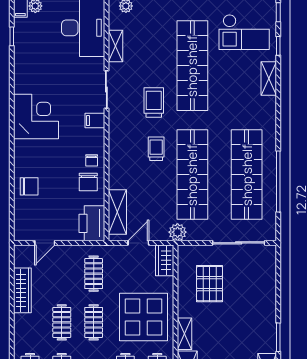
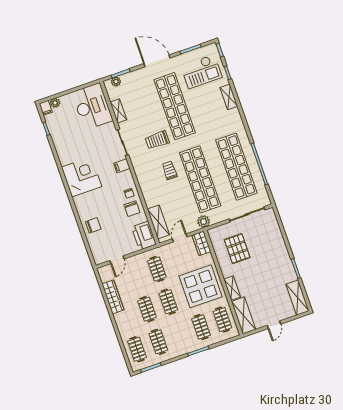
trolley: (154, 103) -> (157, 140), turned -90

